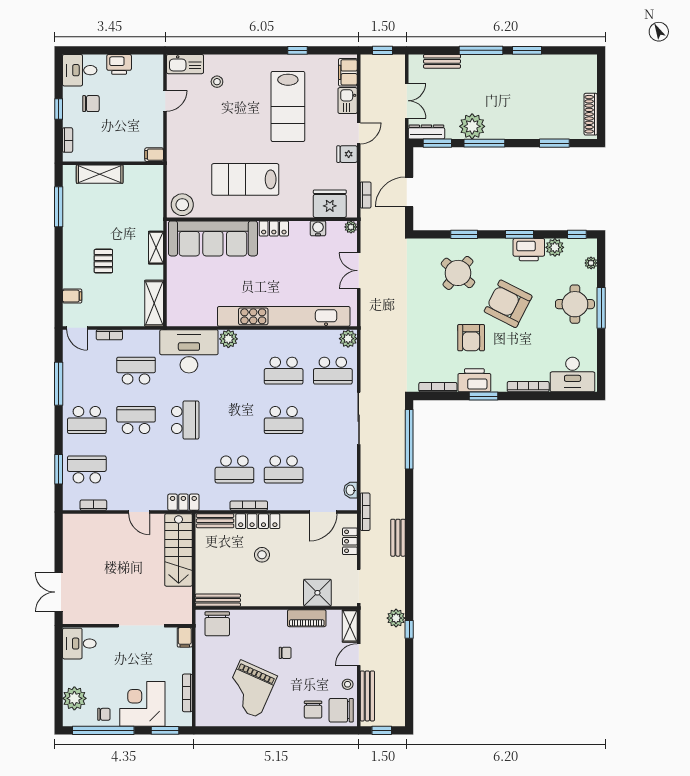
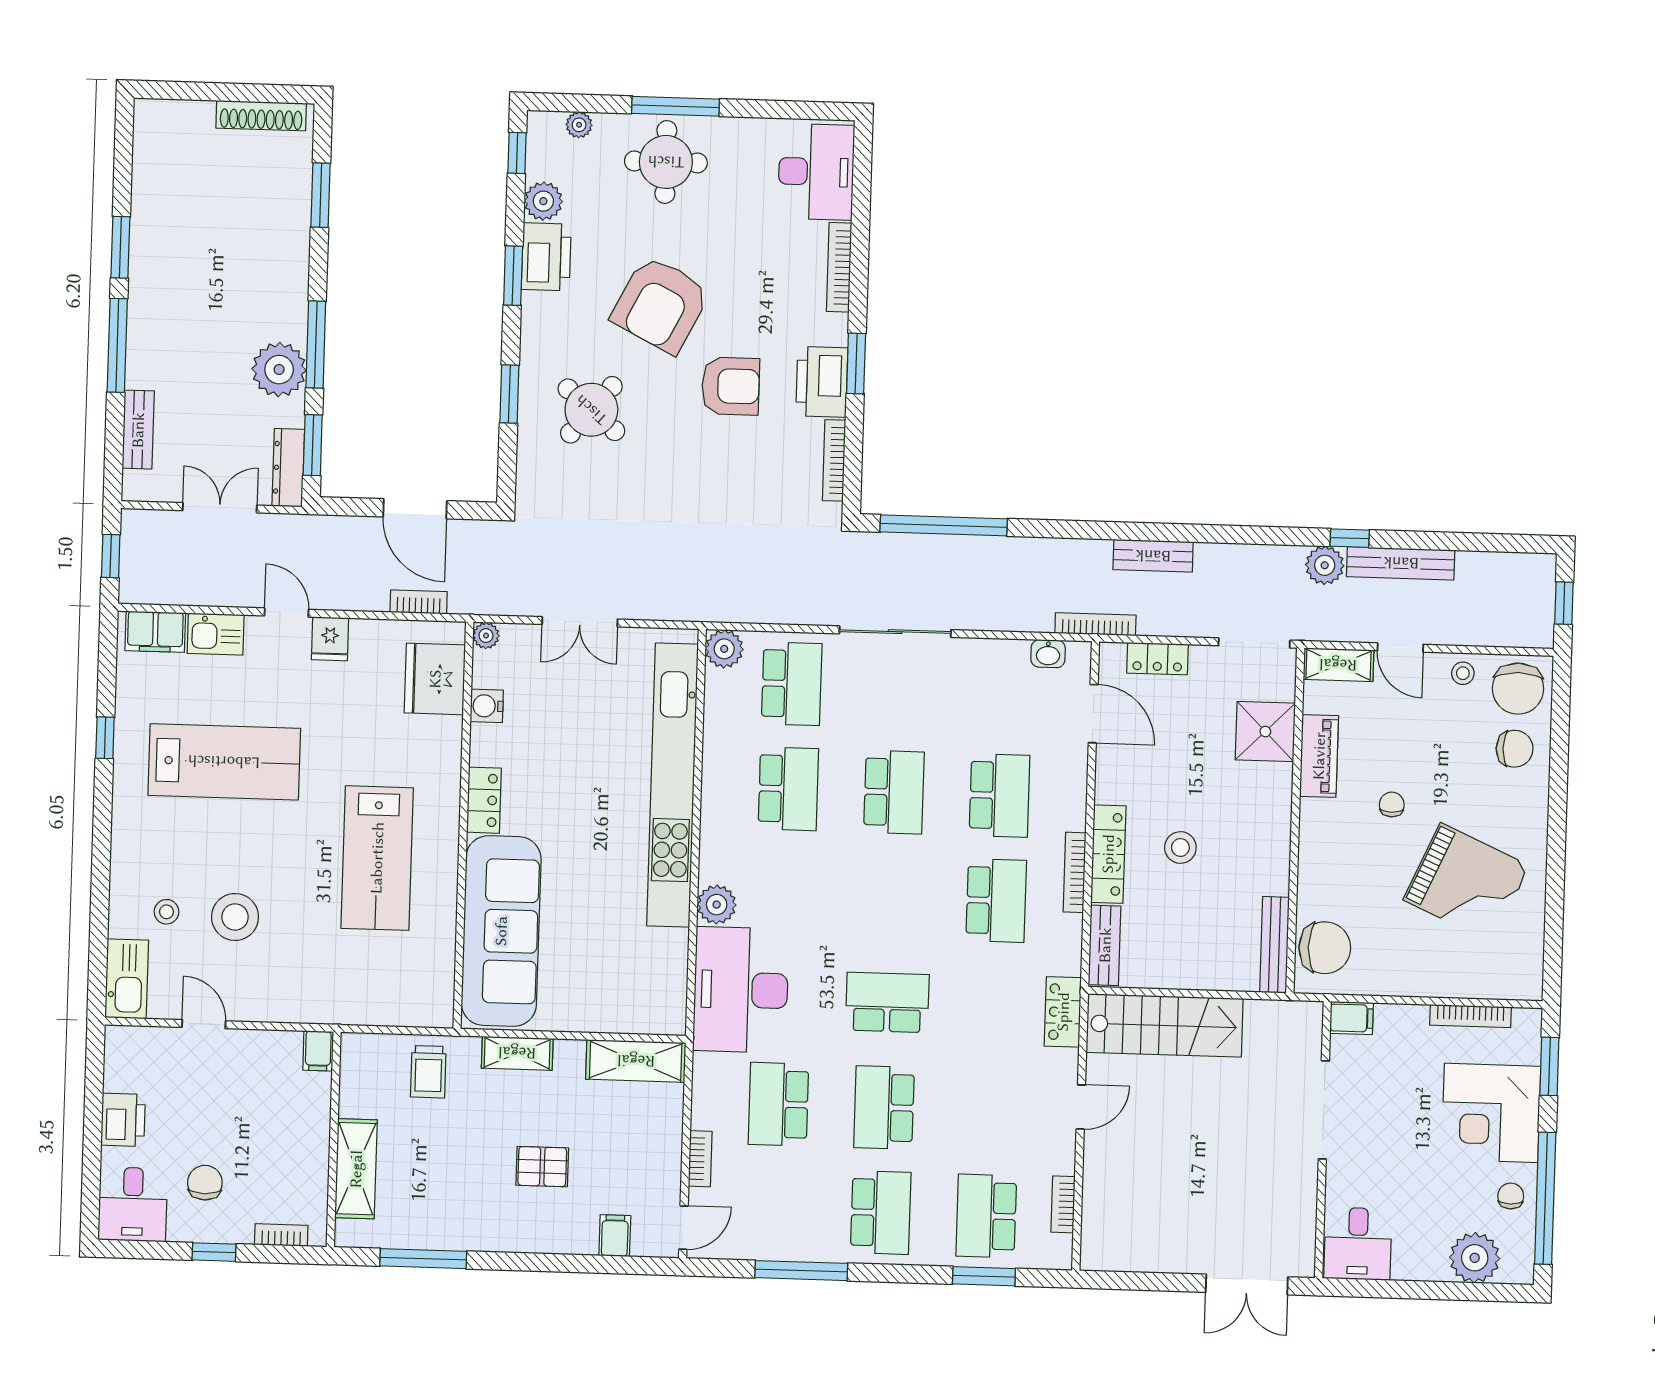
stool: (182, 205) -> (235, 917), moved
trolley: (146, 206) -> (428, 1072), added
bench: (367, 696) -> (1401, 563), moved

